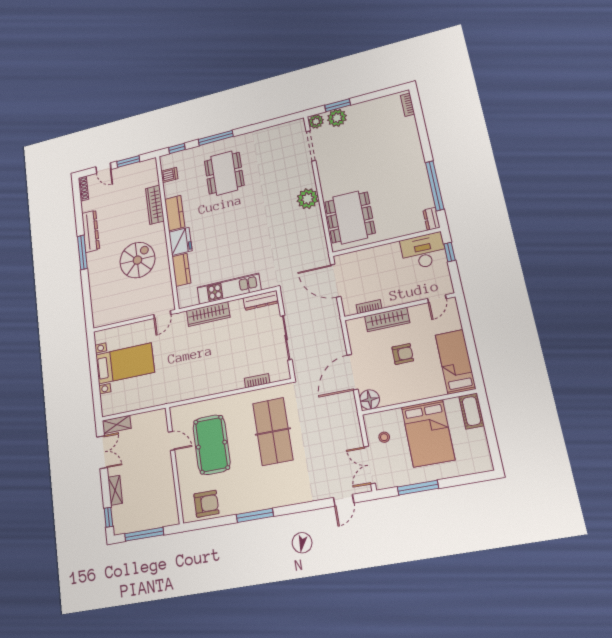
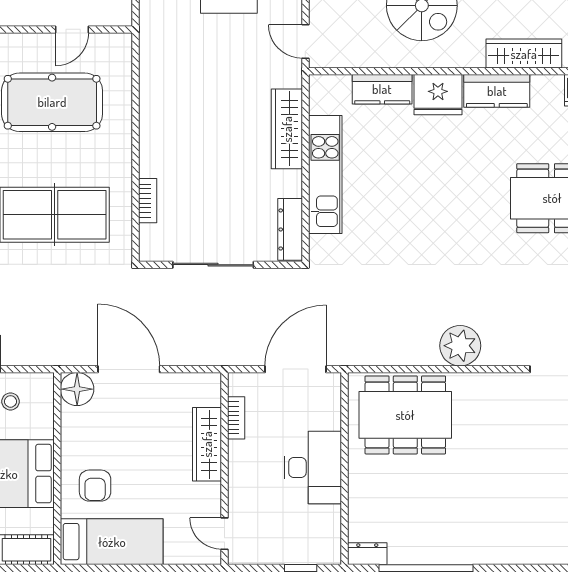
desk: (423, 251) -> (313, 467), moved
armchair: (403, 354) -> (95, 486), moved

